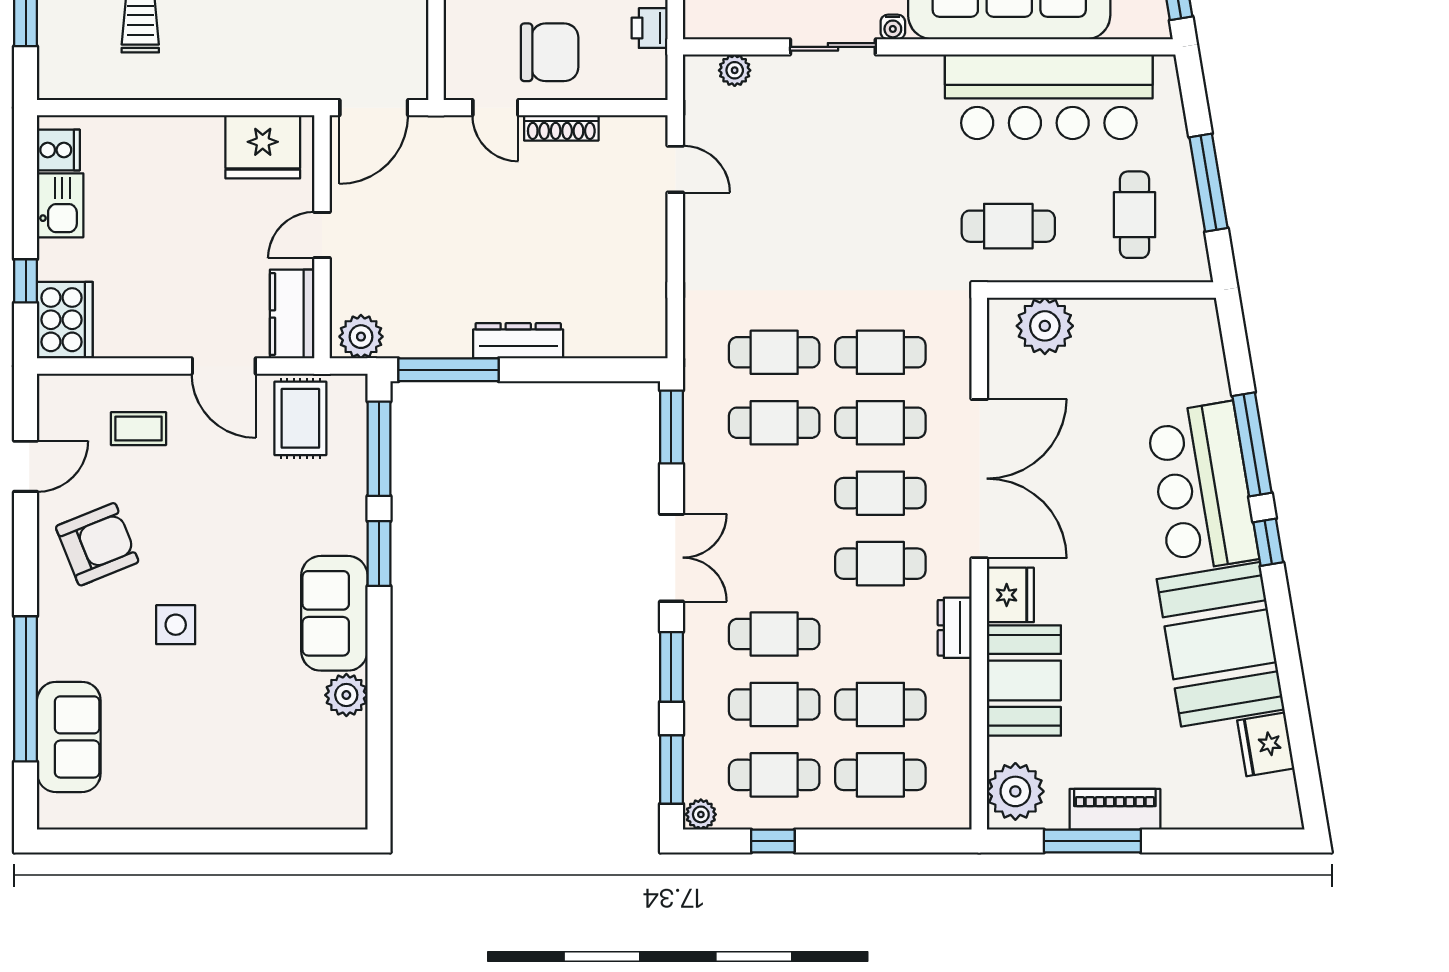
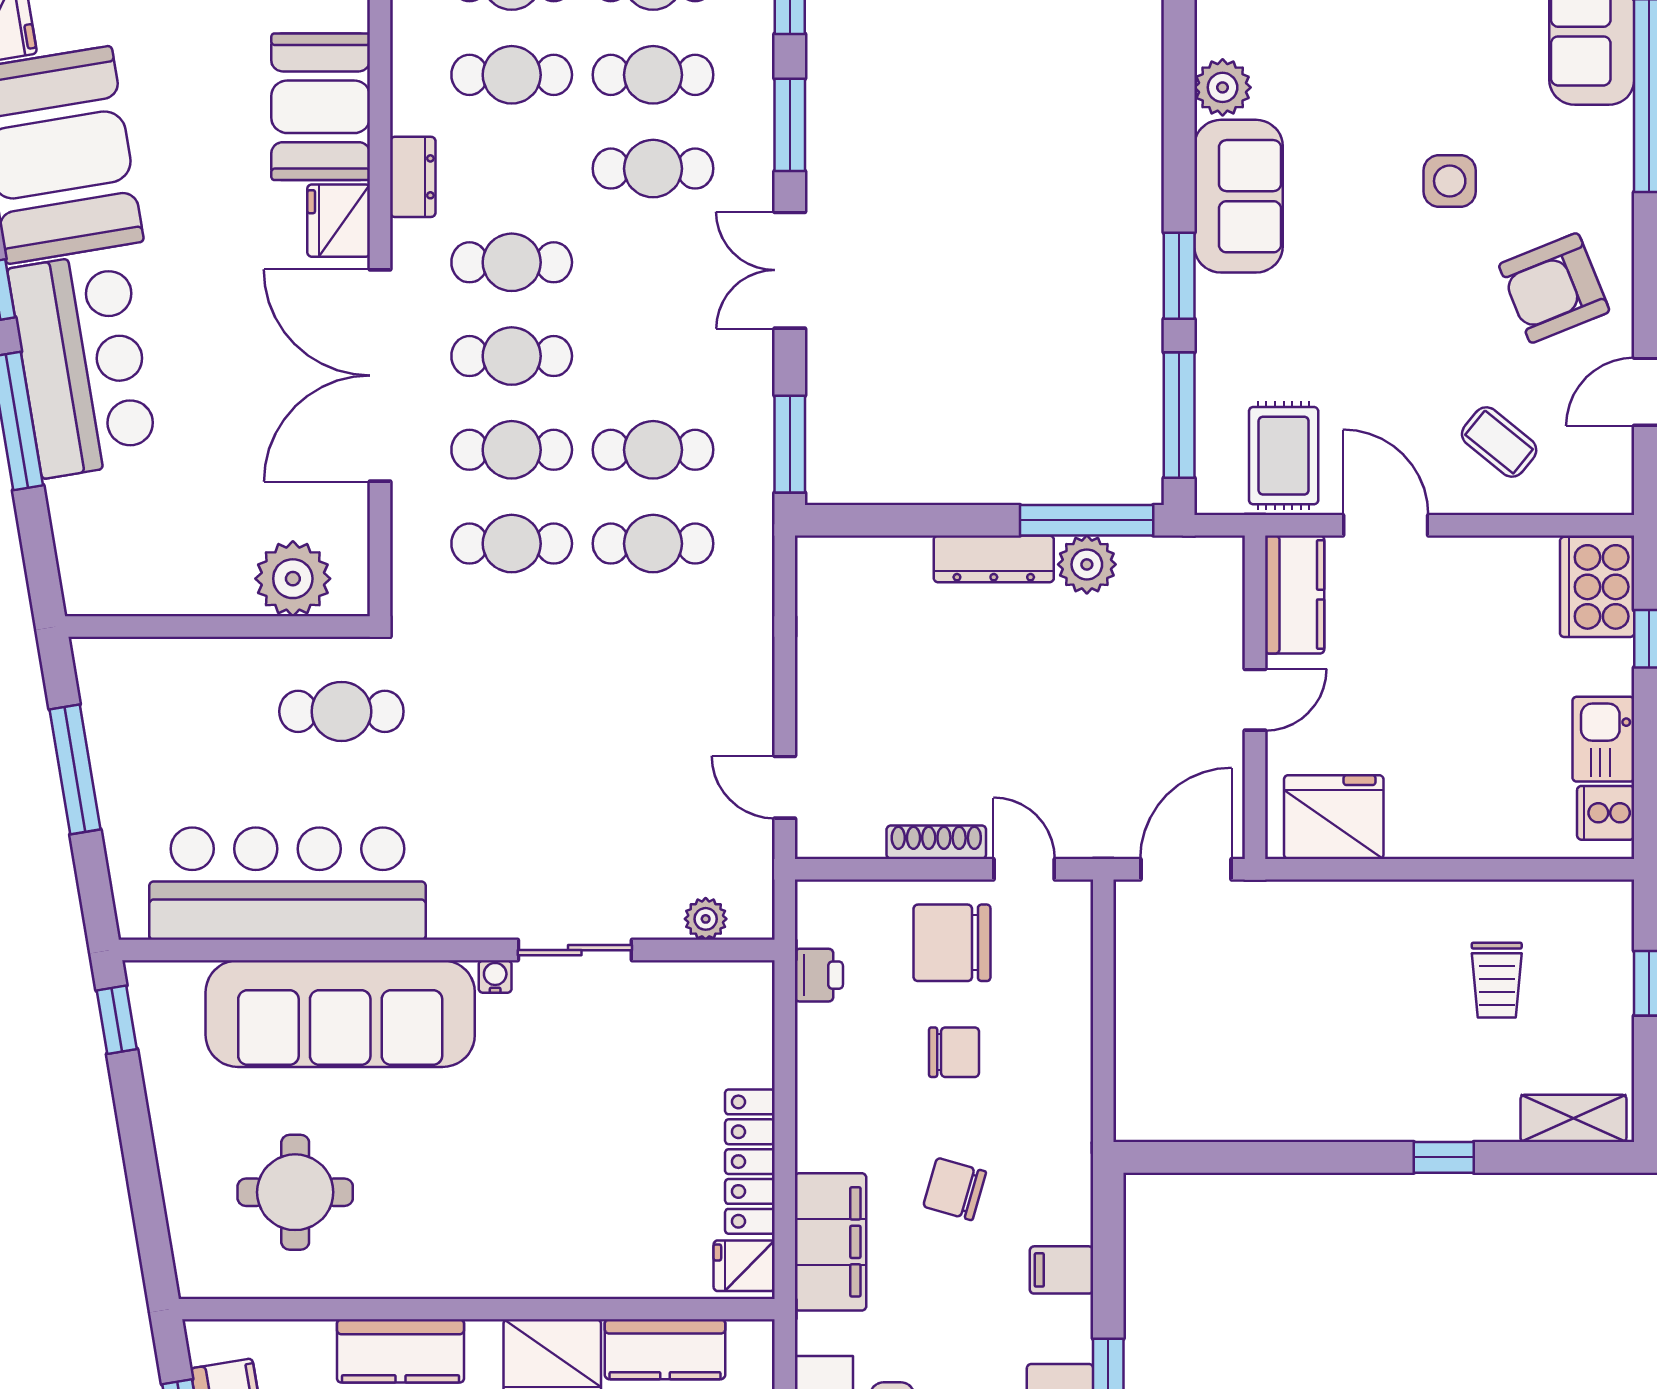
cafe table: (1135, 215) -> (173, 727), removed
plant: (361, 337) -> (1087, 564), moved
coffee table: (138, 429) -> (1499, 442), turned 39

